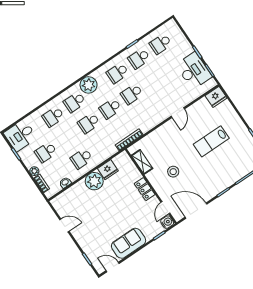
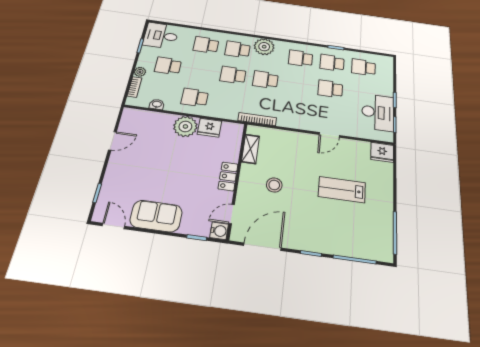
school desk: (132, 94) -> (330, 89), moved
door: (196, 211) -> (262, 247), hinge flipped
door: (64, 225) -> (112, 141), hinge flipped

